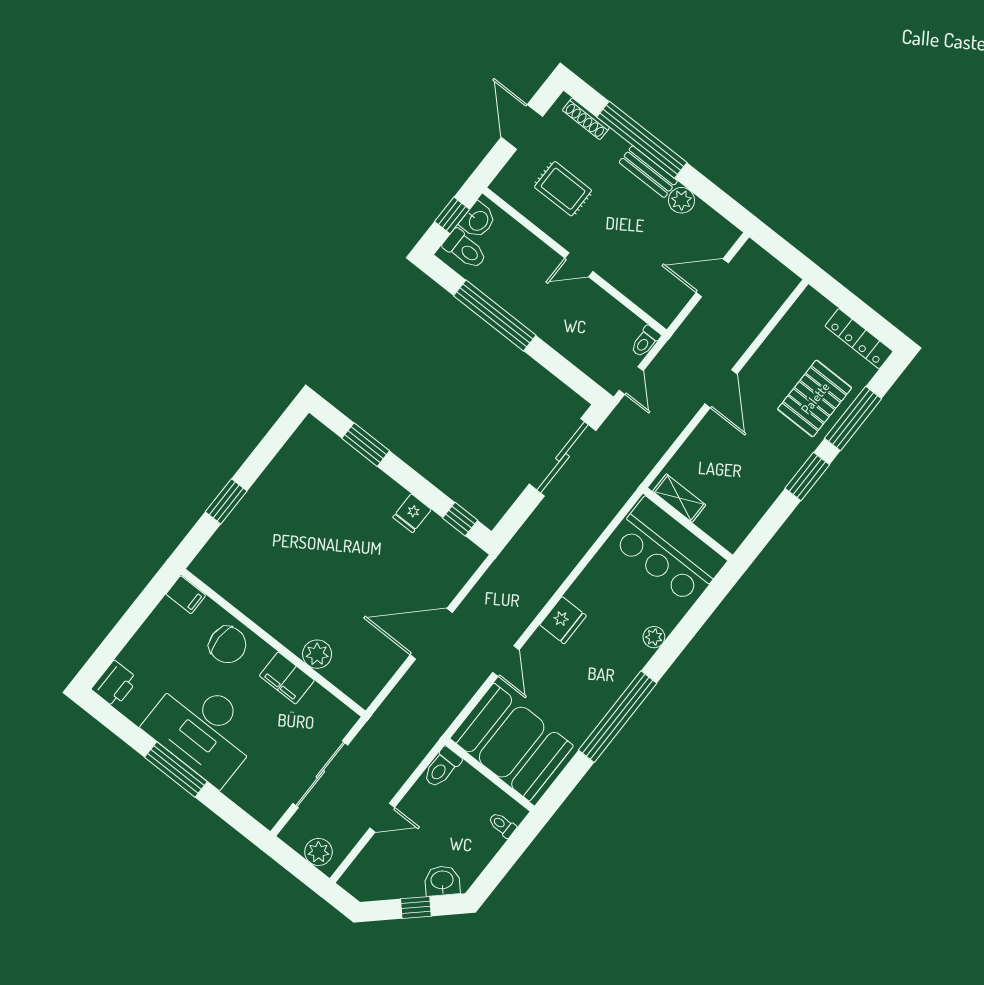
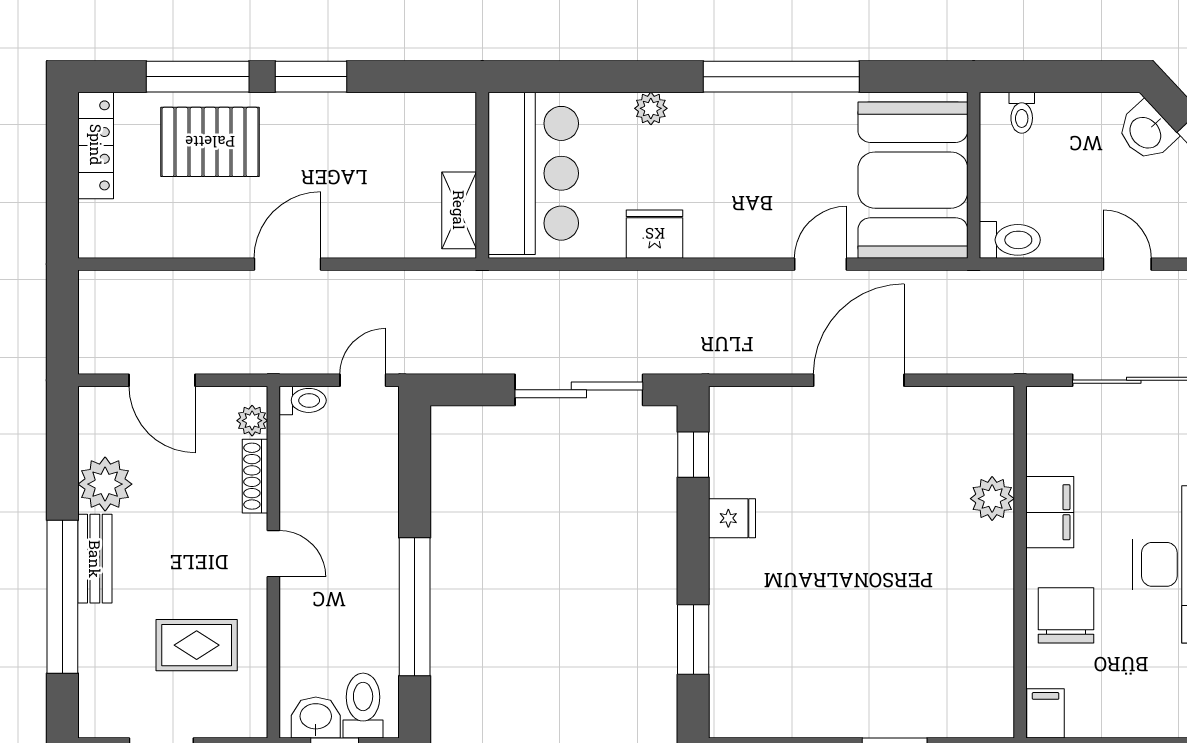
shoe rack: (586, 119) -> (255, 476), moved, turned 180
rug: (563, 189) -> (197, 645), turned 90
plant: (681, 200) -> (105, 484), width x1.36, depth x1.36
plant: (655, 308) -> (252, 421), added
sliding door: (562, 457) -> (579, 390), moved
fridge: (563, 620) -> (655, 234), moved
door: (431, 634) -> (859, 380), swing flipped

